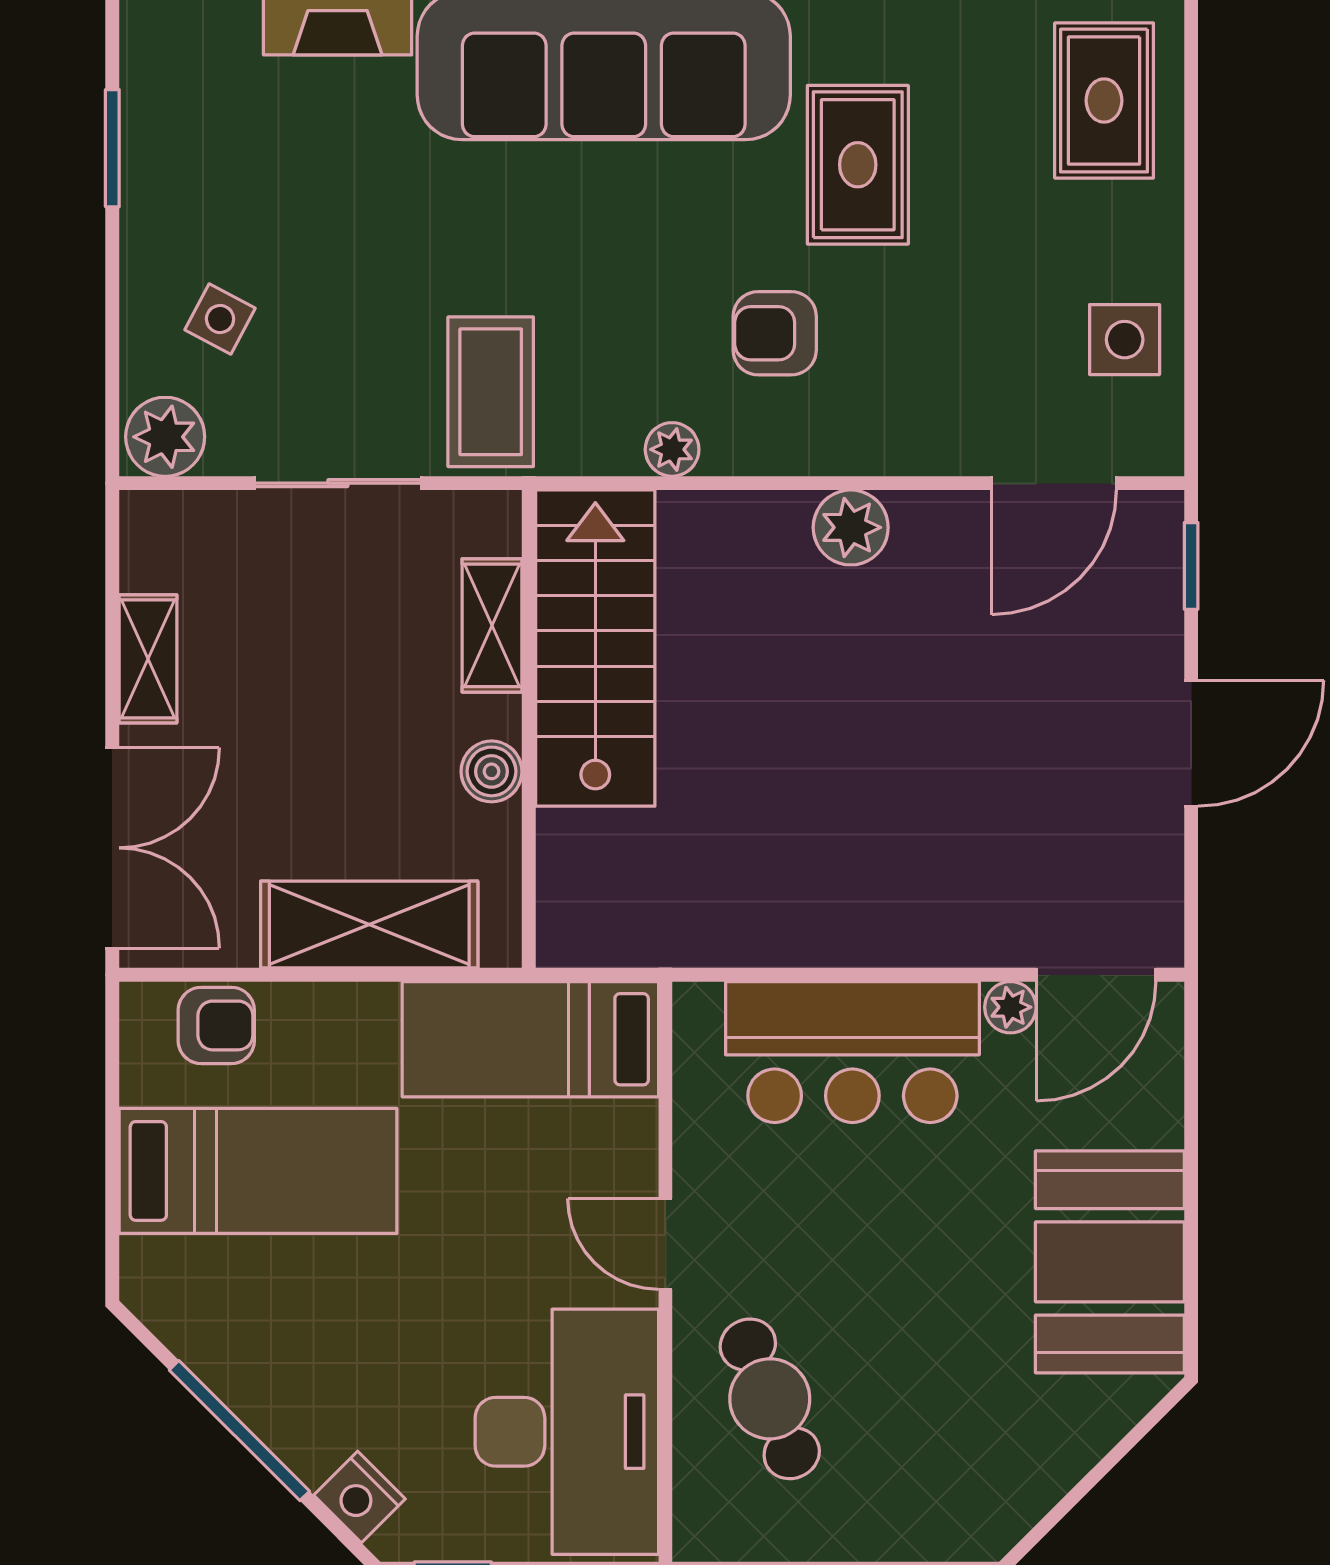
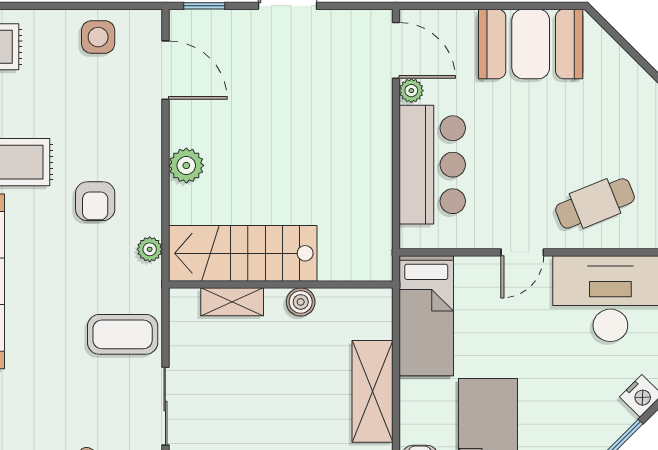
shelving: (492, 625) -> (232, 302), moved
stairs: (595, 648) -> (243, 253), moved
wall: (529, 729) -> (281, 284), moved
boiler: (492, 771) -> (301, 302), moved

